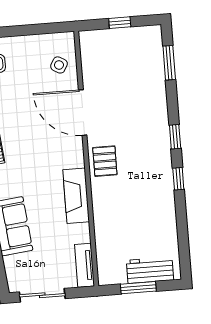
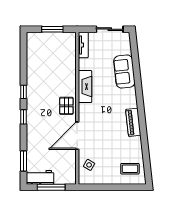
window: (120, 23) -> (51, 187), width x2.17
door: (83, 113) -> (77, 136), swing flipped
workbench: (150, 270) -> (40, 177), moved, turned 180

